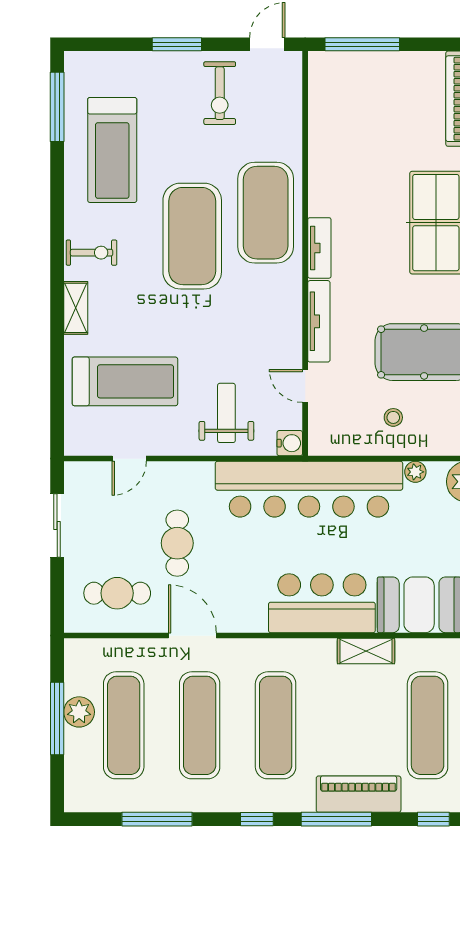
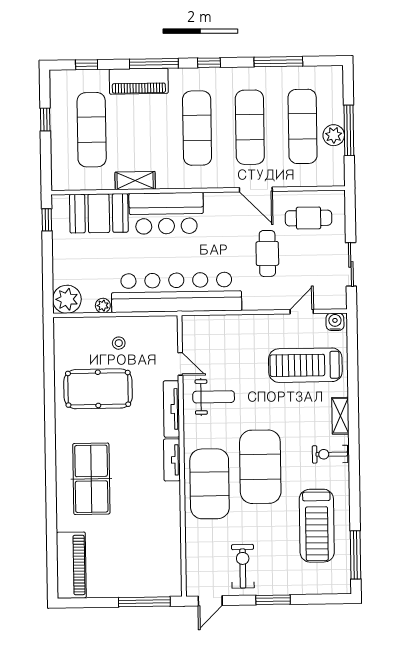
treadmill: (112, 150) -> (317, 526), turned 180
weight bench: (226, 413) -> (214, 397), moved, turned -90
water cooler: (290, 443) -> (335, 322), moved, turned 90

